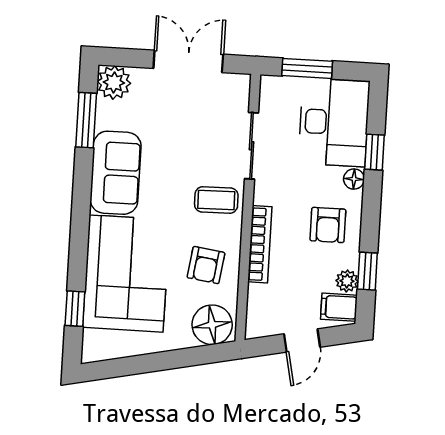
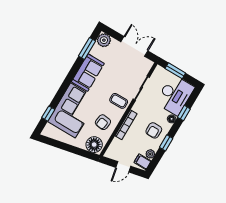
window: (367, 271) -> (166, 143), moved

